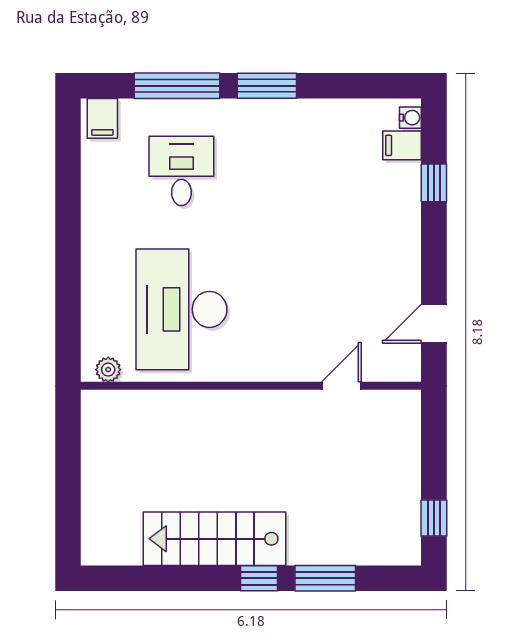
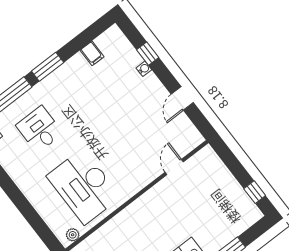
water cooler: (410, 118) -> (144, 69), moved
filing cabinet: (402, 145) -> (92, 53), moved, turned -90
door: (434, 324) -> (182, 98), moved

